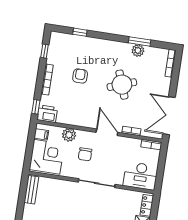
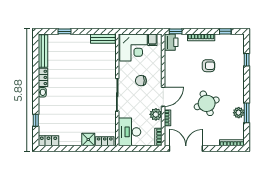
plant: (69, 135) -> (156, 114), moved

